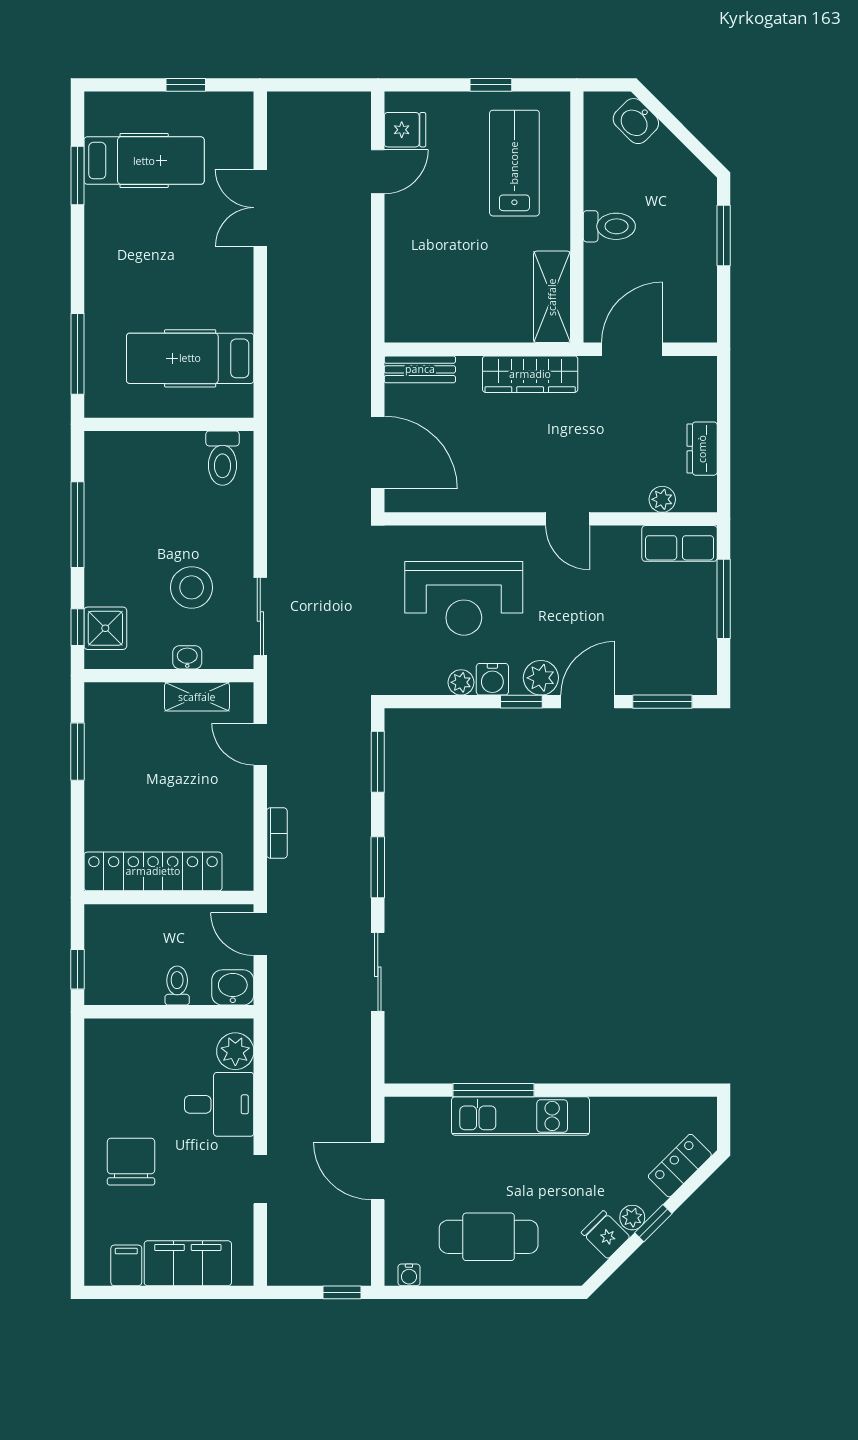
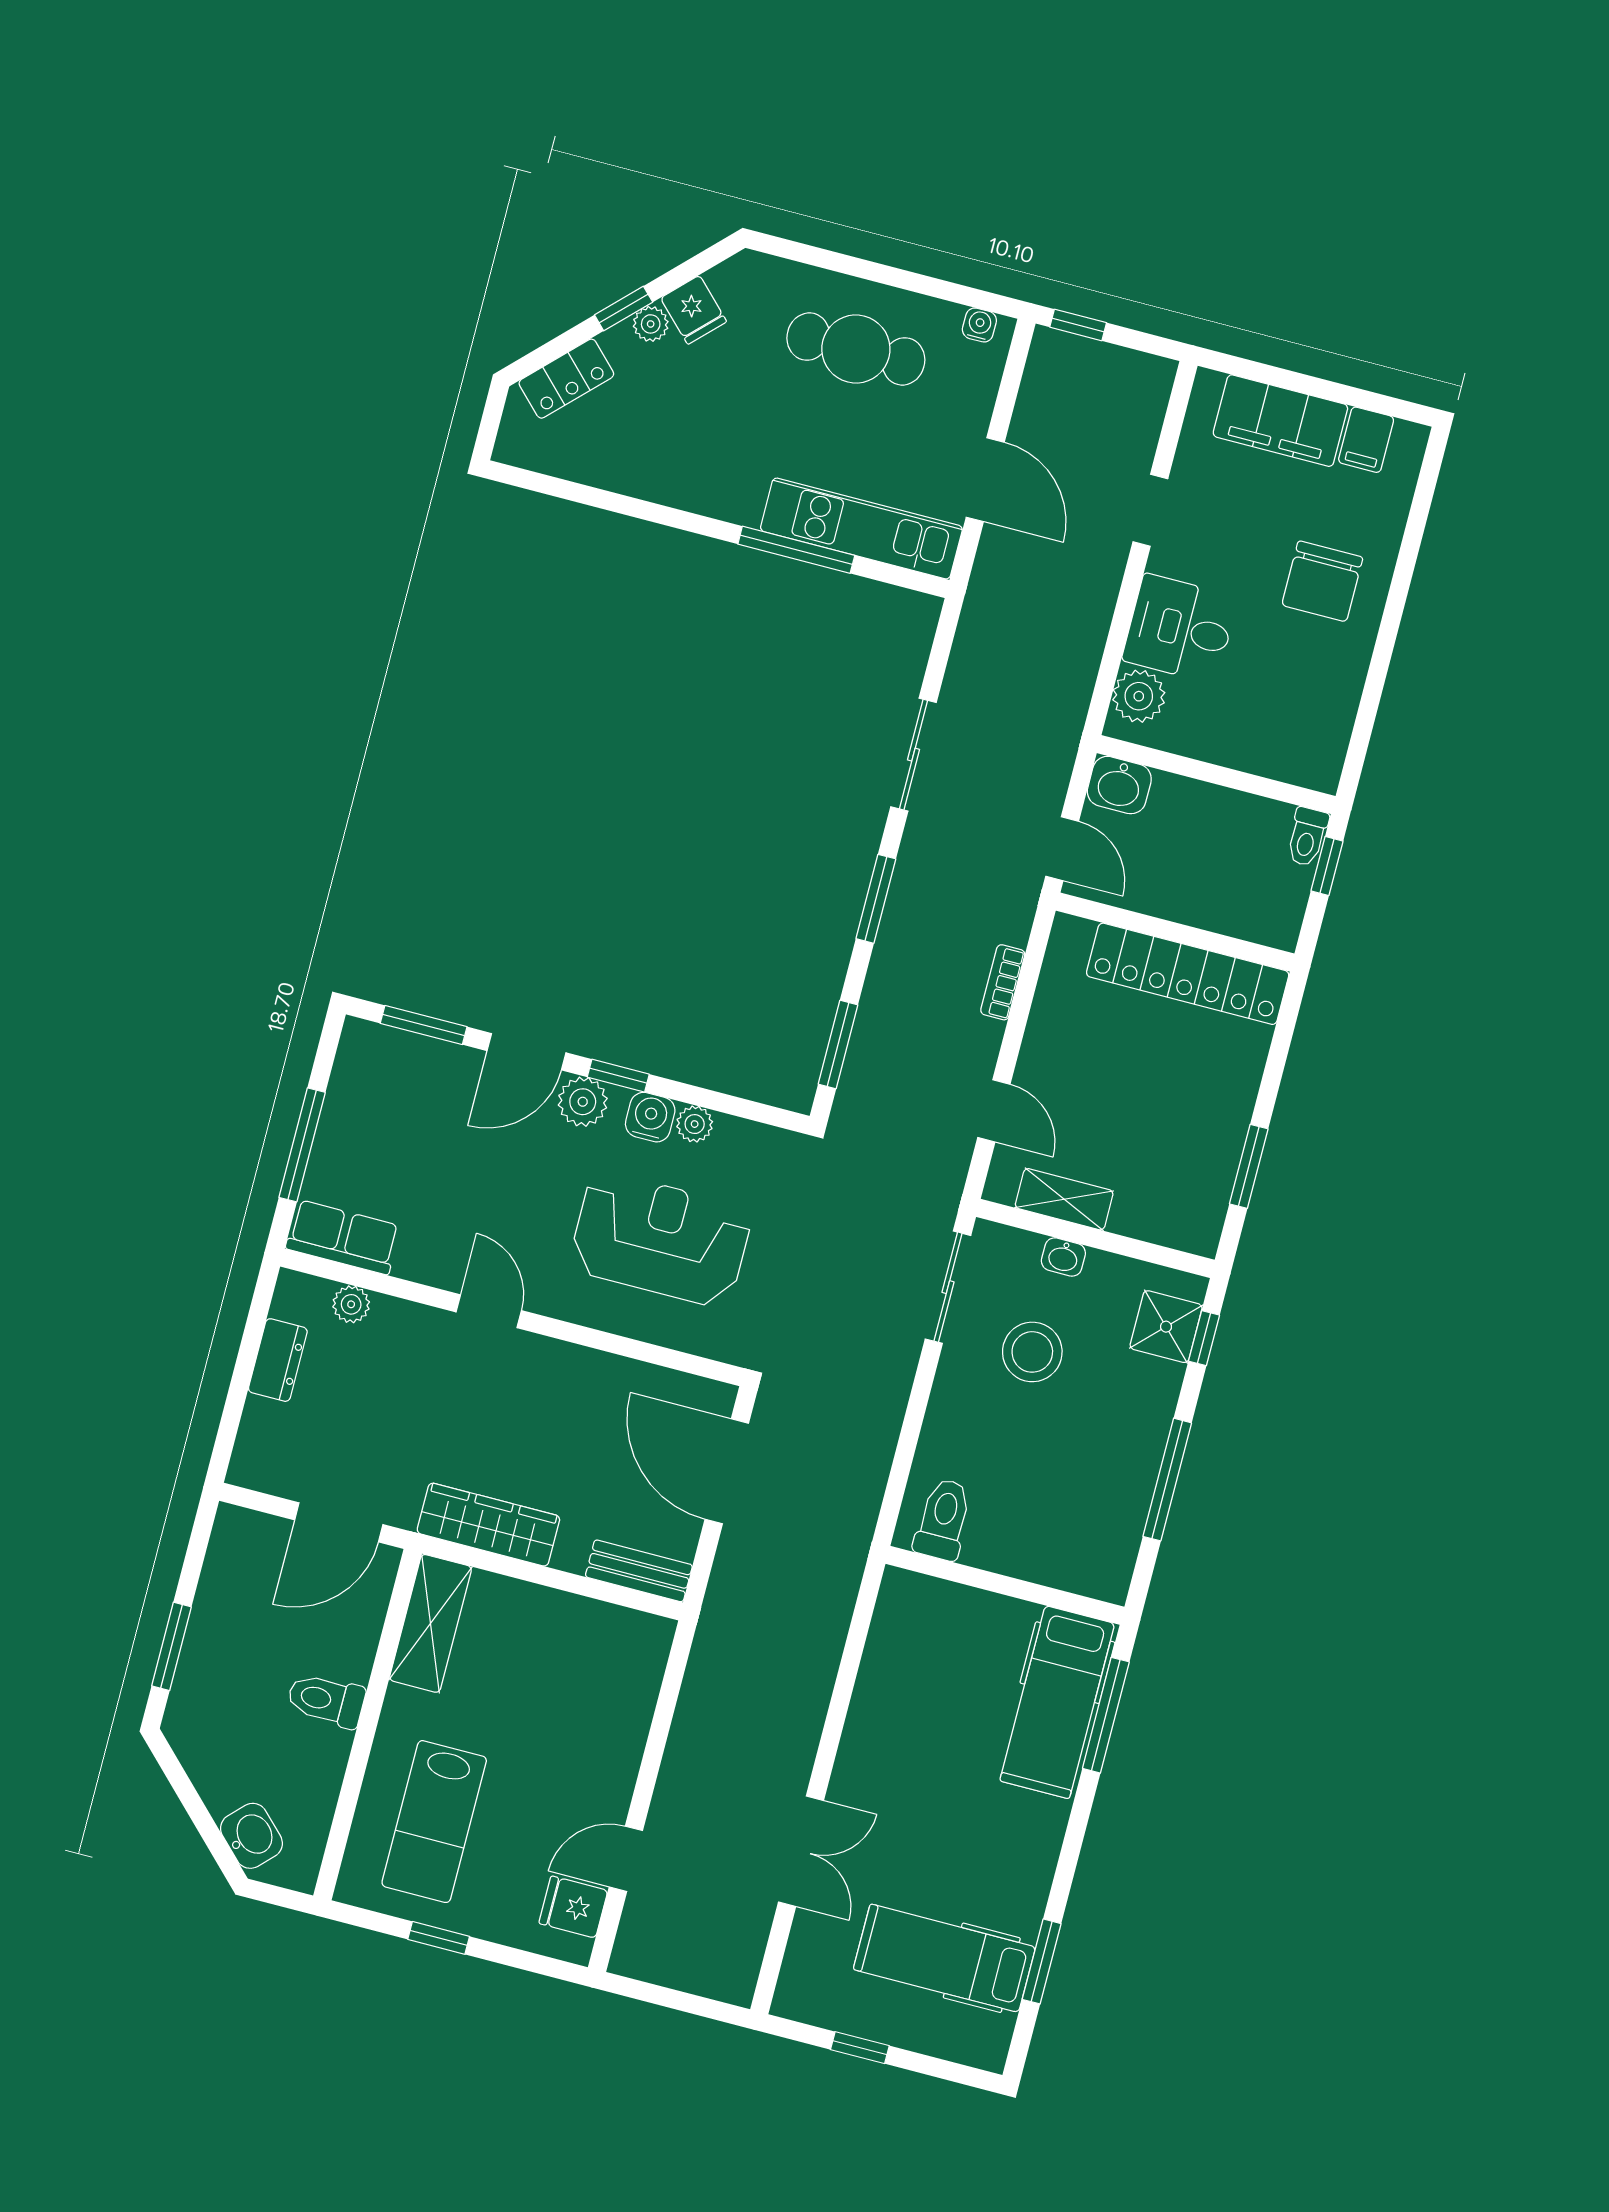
hospital bed: (190, 358) -> (1057, 1702), moved, turned 90
toilet: (177, 986) -> (1307, 837), moved
kitchen unit: (520, 1116) -> (861, 529), moved

